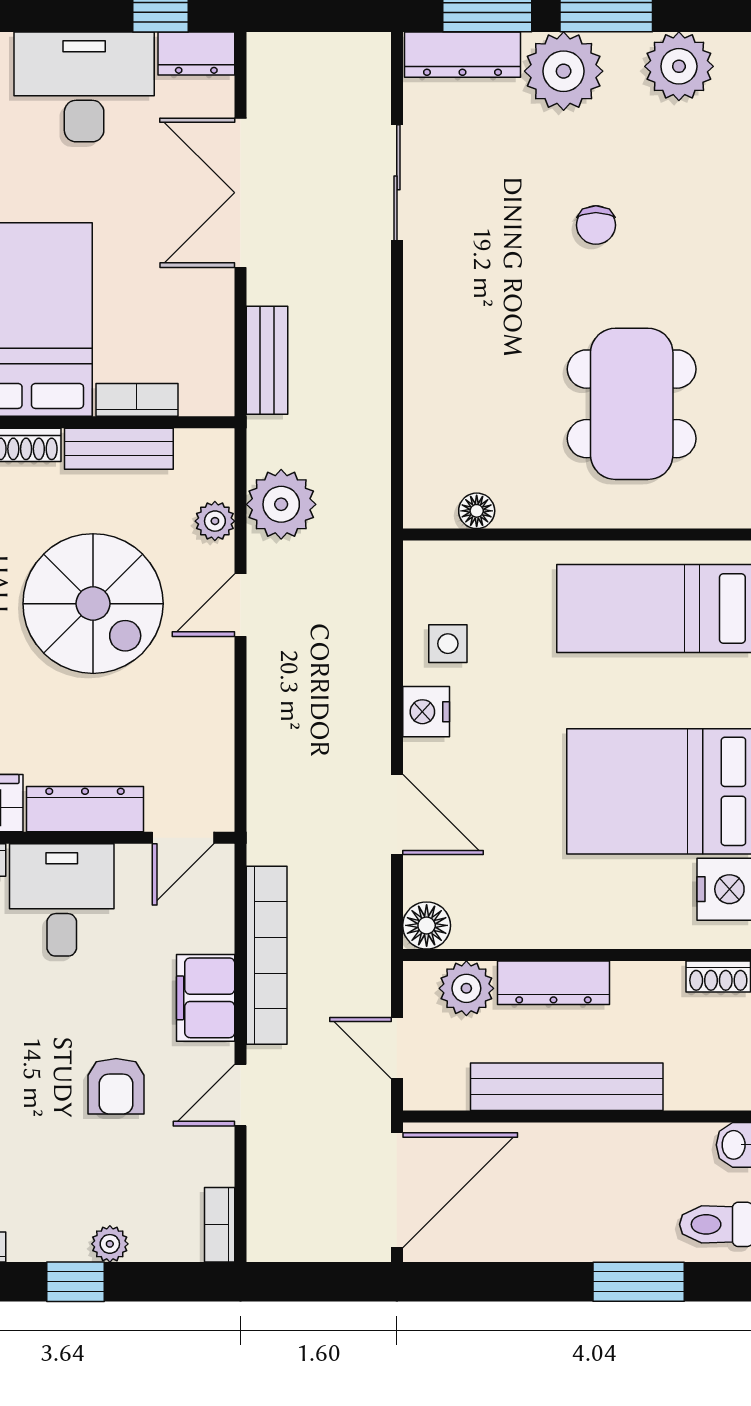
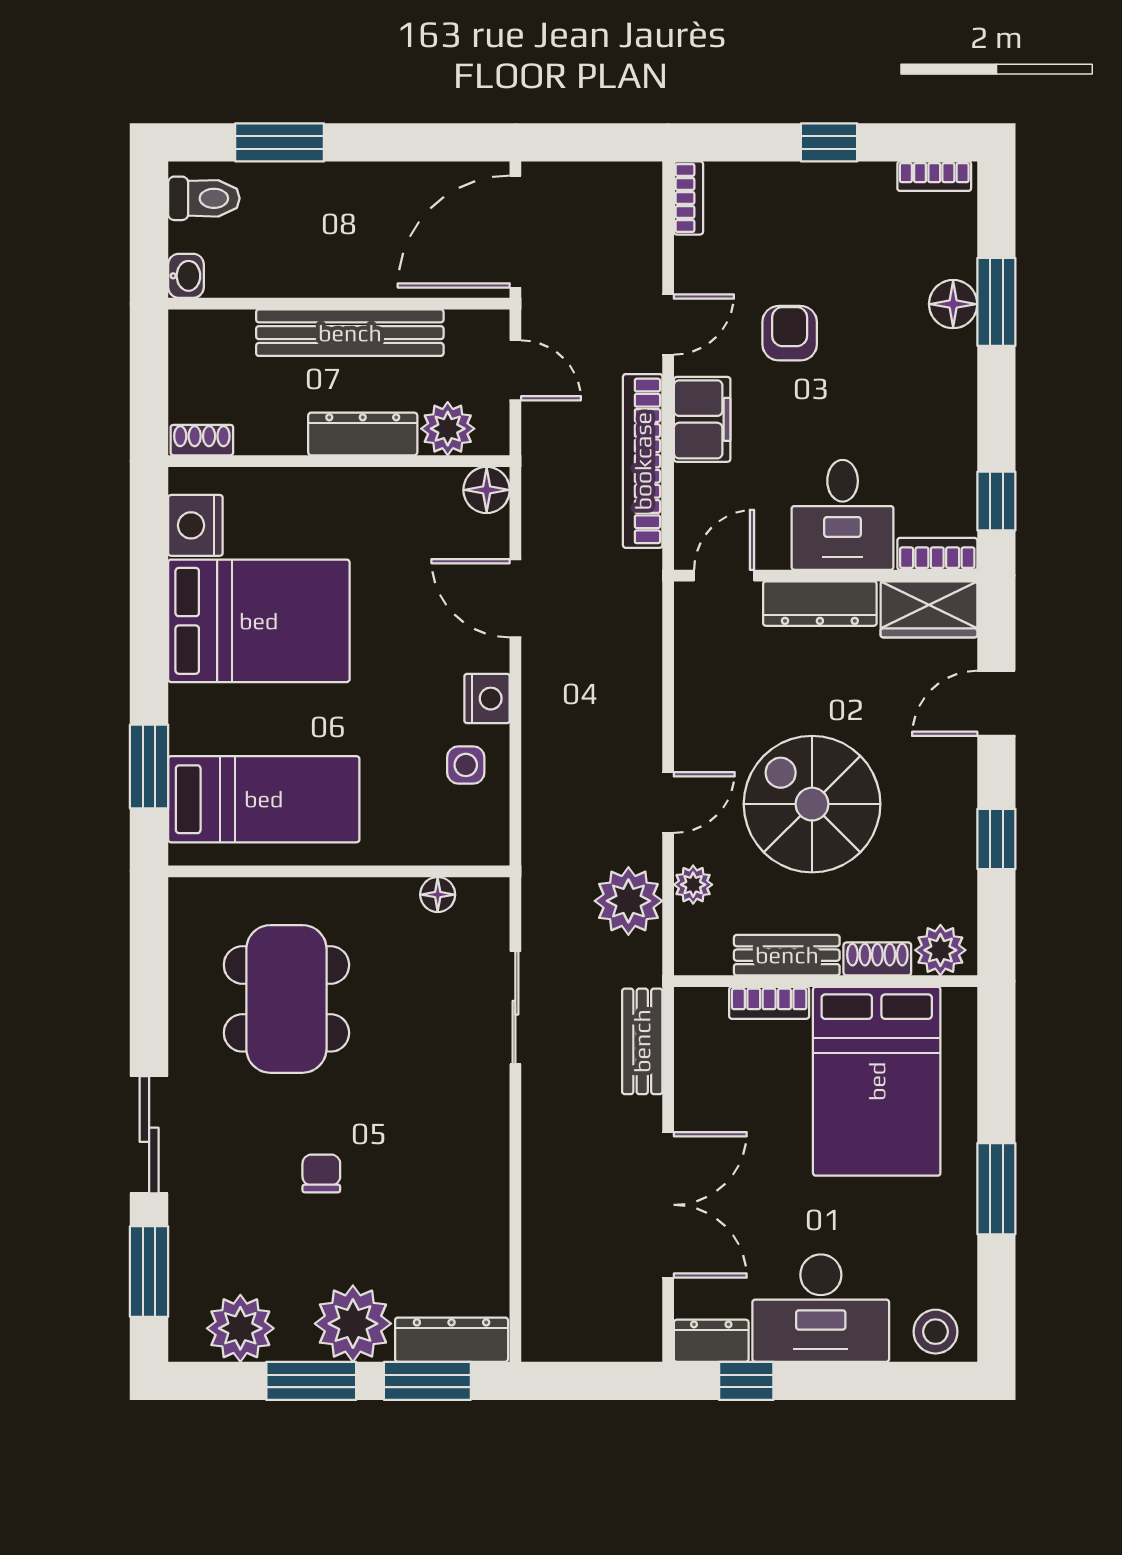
sliding door: (397, 183) -> (515, 1008), moved
plant: (110, 1244) -> (796, 179), removed

